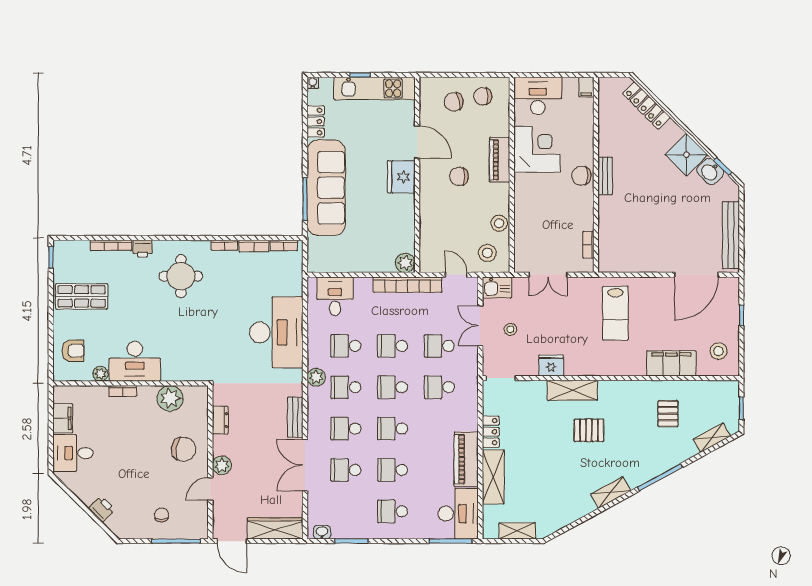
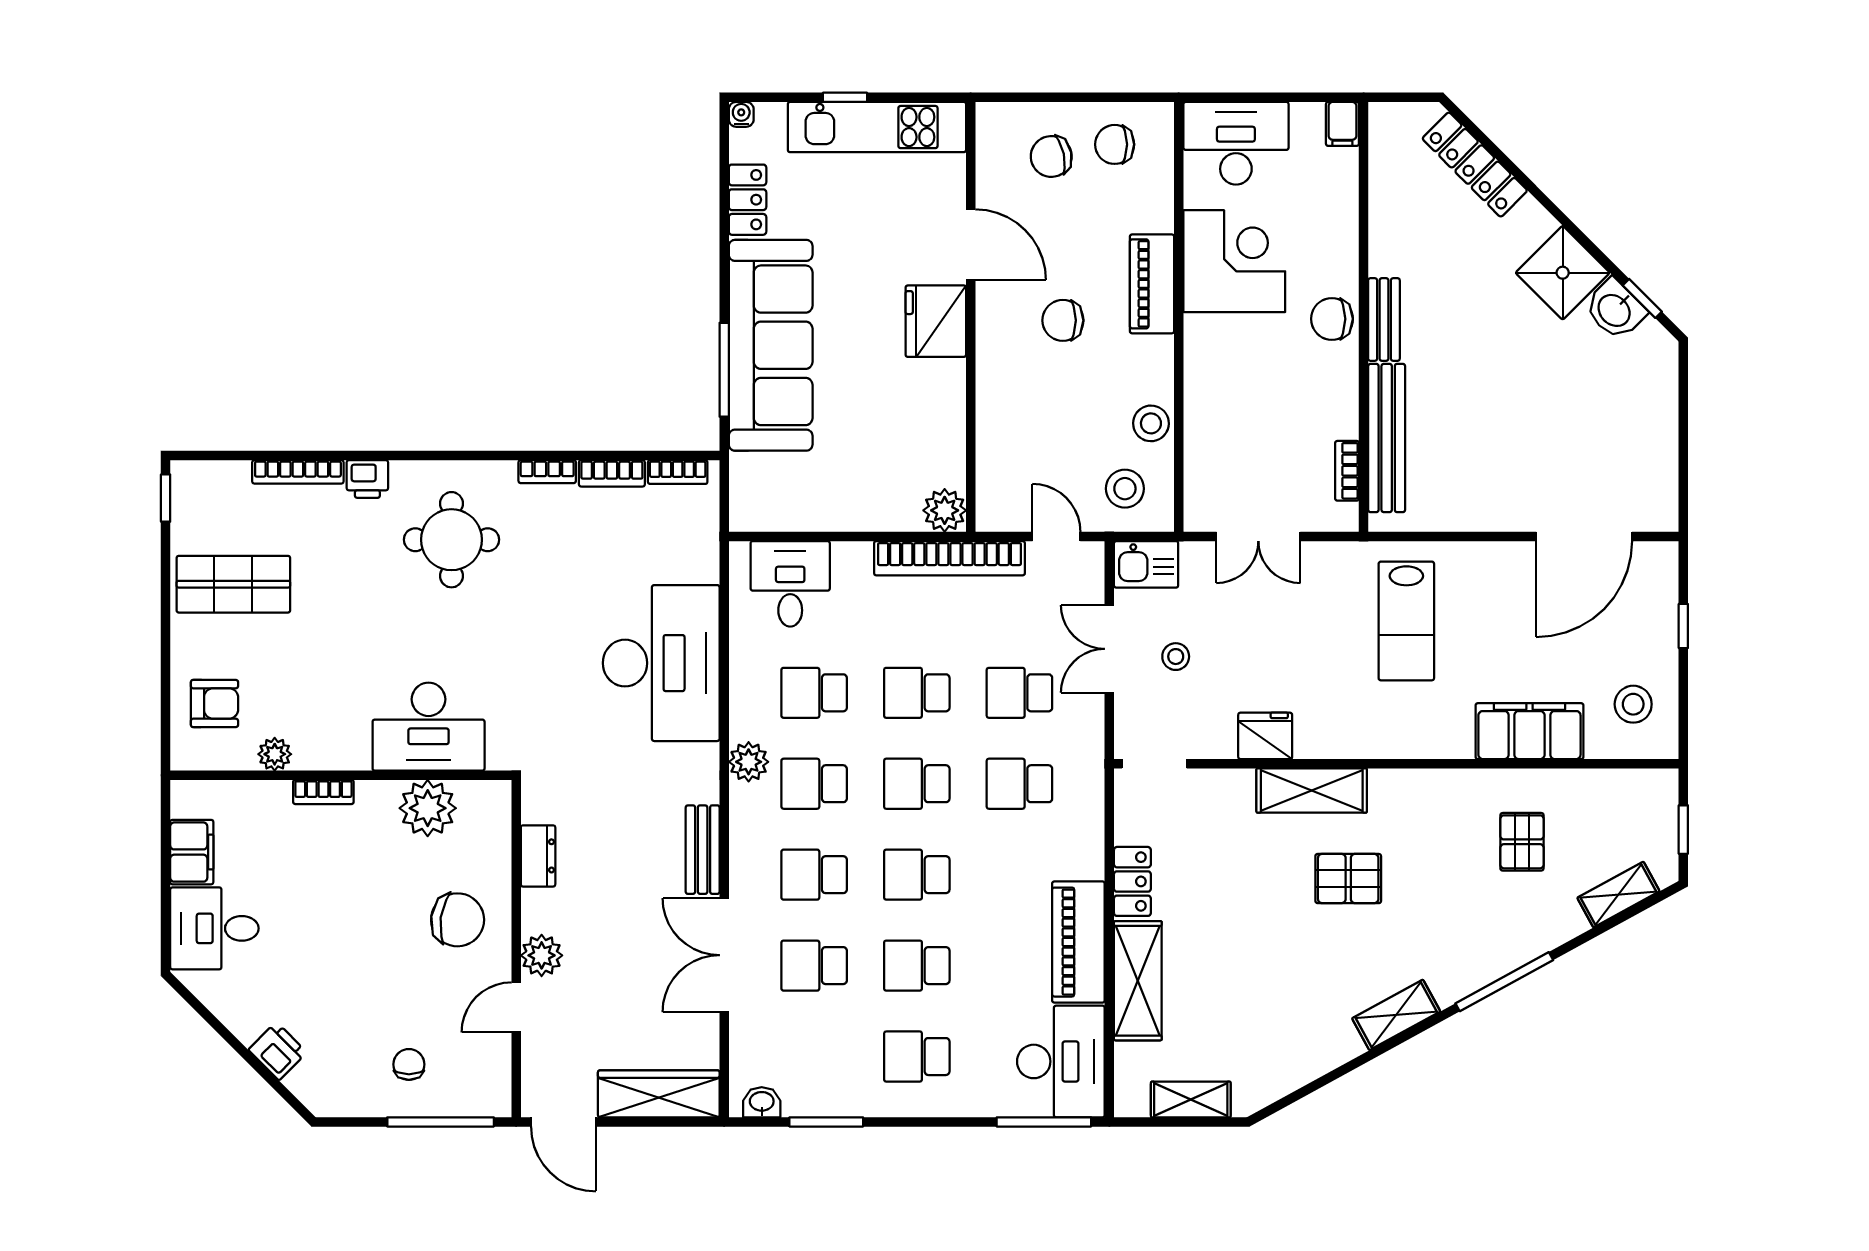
bench: (731, 235) -> (1387, 438), moved
desk: (135, 361) -> (429, 727), moved

